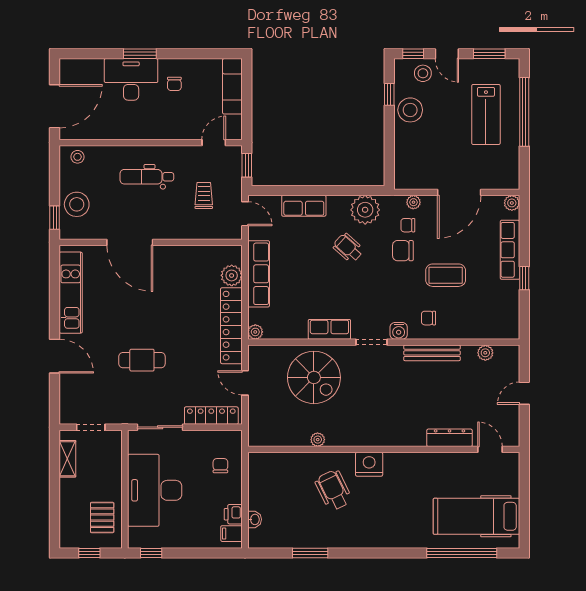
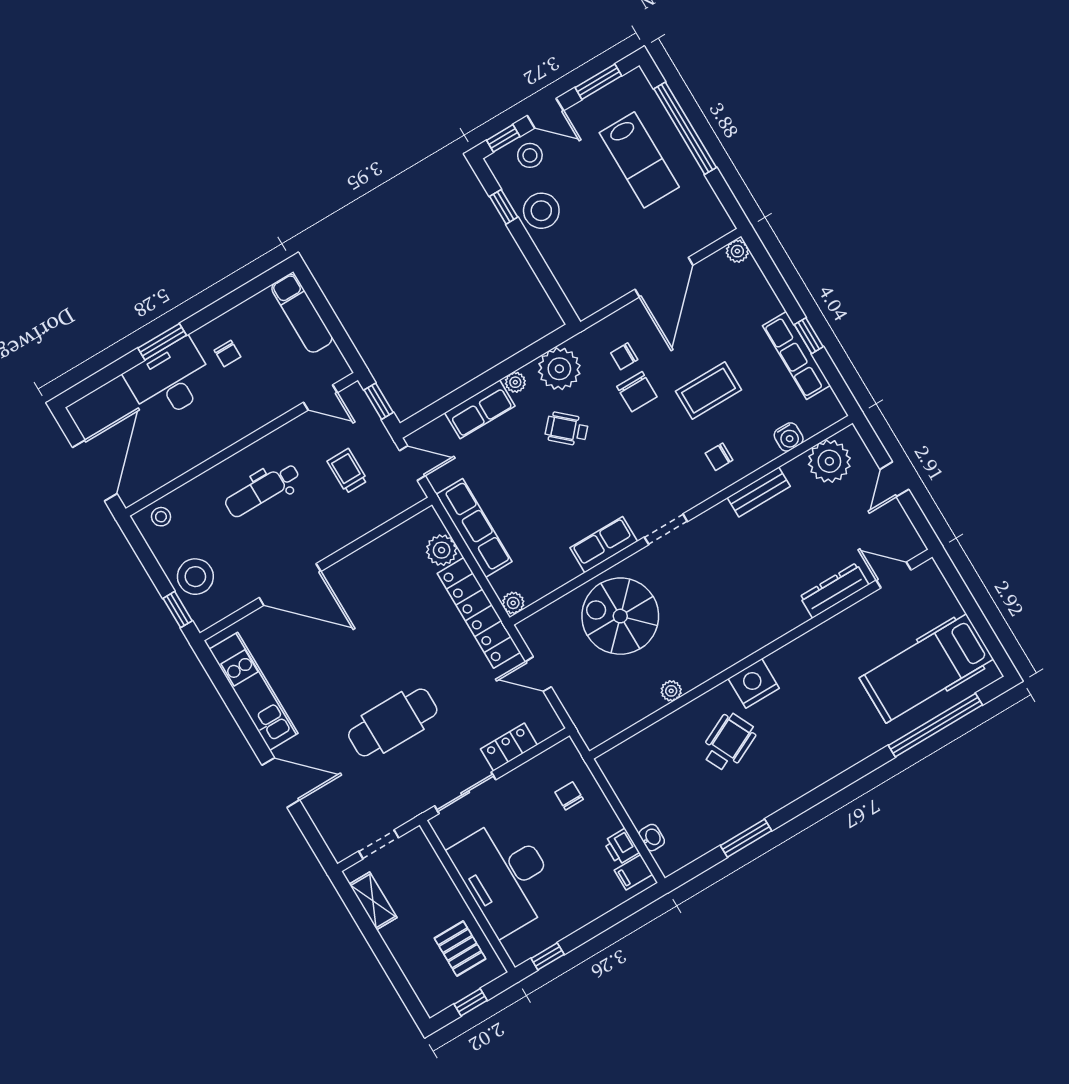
door: (214, 143) -> (320, 397), swing flipped
plant: (413, 202) -> (515, 382), moved
row of seats: (510, 250) -> (796, 355), moved
chair: (403, 251) -> (637, 392), turned -90
water cooler: (399, 331) -> (789, 437), moved
bench: (432, 353) -> (759, 492), width x0.73
plant: (485, 353) -> (829, 461), width x1.87, depth x1.87
cafe table: (142, 360) -> (393, 722), width x1.37, depth x1.35
spiral stairs: (314, 377) -> (620, 616), turned 180
locker: (211, 416) -> (509, 747), width x0.66
wheelchair: (333, 490) -> (728, 742), turned 90

